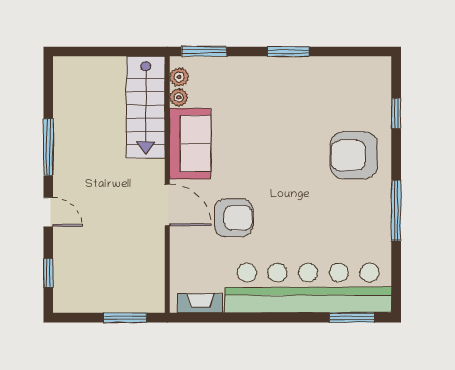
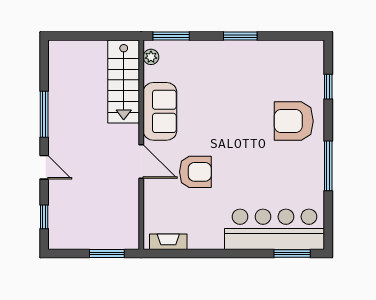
plant: (179, 97) -> (151, 74), removed
bar counter: (308, 288) -> (274, 229), width x0.73

